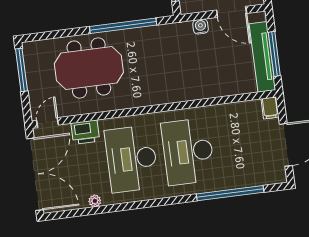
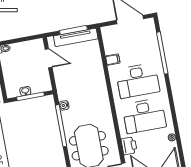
door: (232, 12) -> (49, 58), hinge flipped
water cooler: (201, 27) -> (64, 105), moved
filing cabinet: (270, 108) -> (113, 60), moved

